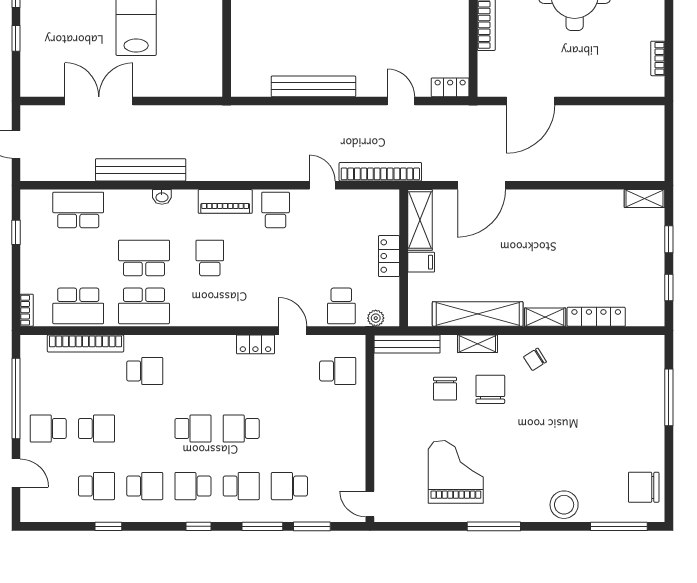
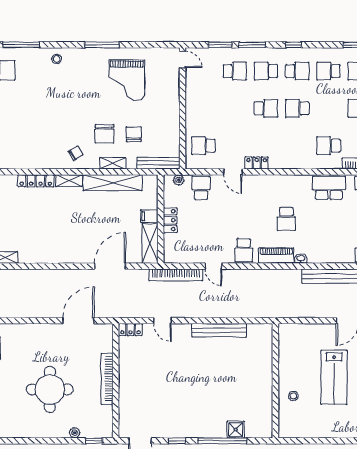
washbasin: (162, 197) -> (301, 258), moved
school desk: (144, 258) -> (329, 219), removed
stool: (564, 505) -> (57, 59), width x0.53, depth x0.53

